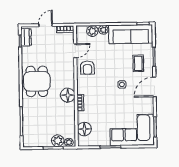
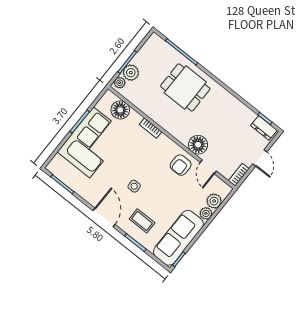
armchair: (87, 68) -> (181, 165), turned -90
dining table: (37, 81) -> (185, 87), moved
floor lamp: (68, 95) -> (198, 145), moved
corner sofa: (132, 130) -> (92, 142), moved

